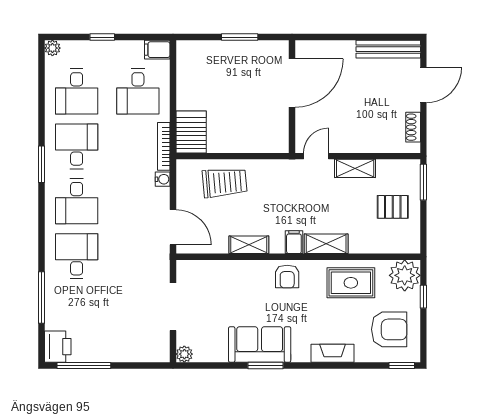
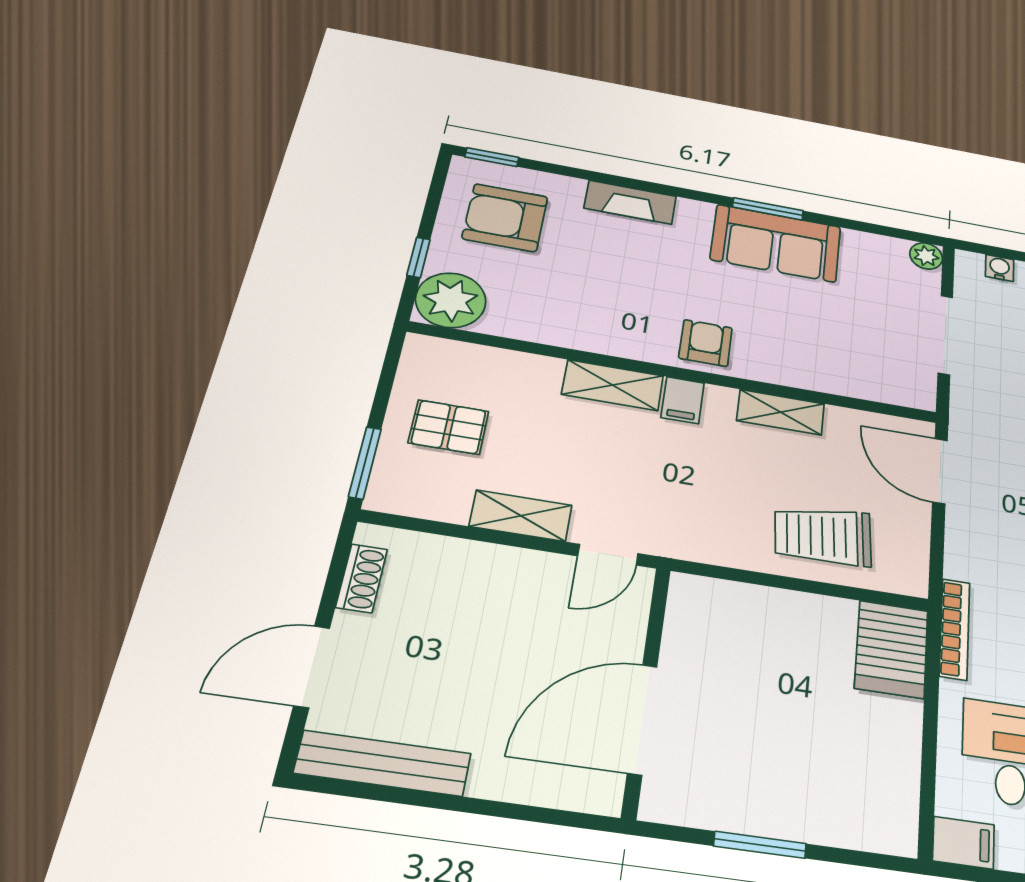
water cooler: (163, 179) -> (1000, 268), moved, turned 90
rug: (351, 283) -> (571, 308), removed

